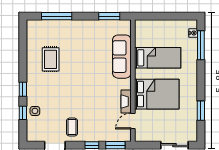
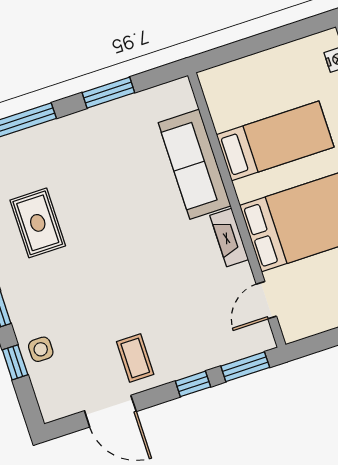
window: (109, 16) -> (108, 93), moved
fireplace: (126, 102) -> (229, 237), moved

